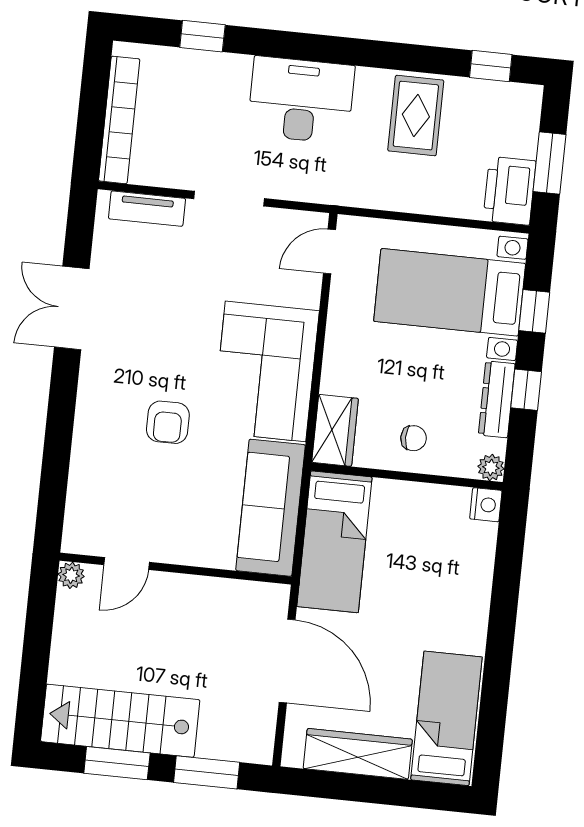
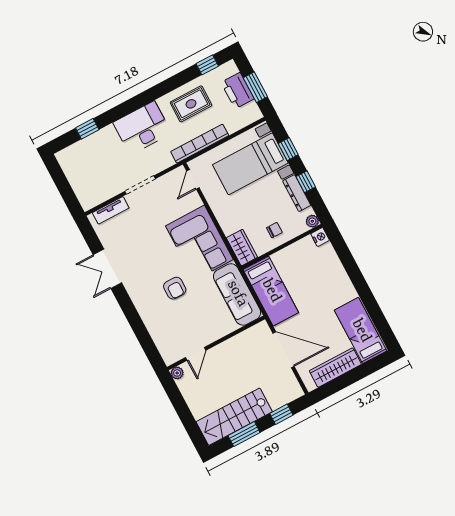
rug: (416, 116) -> (191, 104), turned 90
bookcase: (119, 120) -> (200, 144), moved, turned -90
printer: (509, 191) -> (238, 91), moved
window: (207, 772) -> (281, 414), width x0.67

